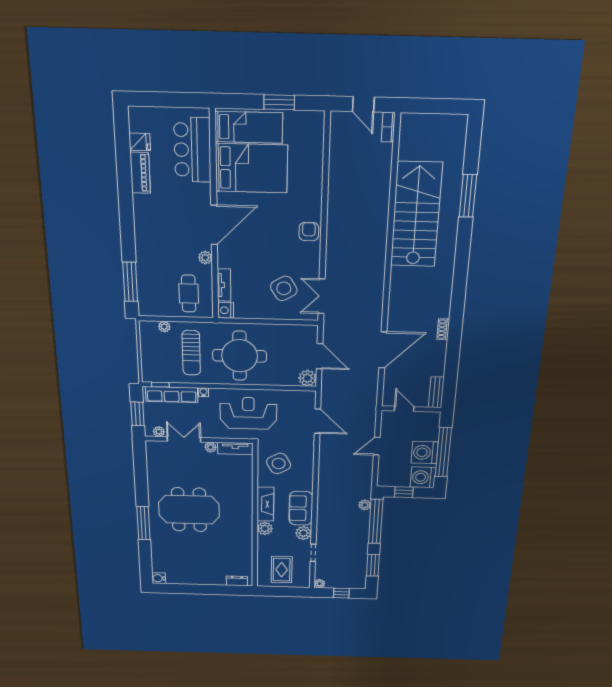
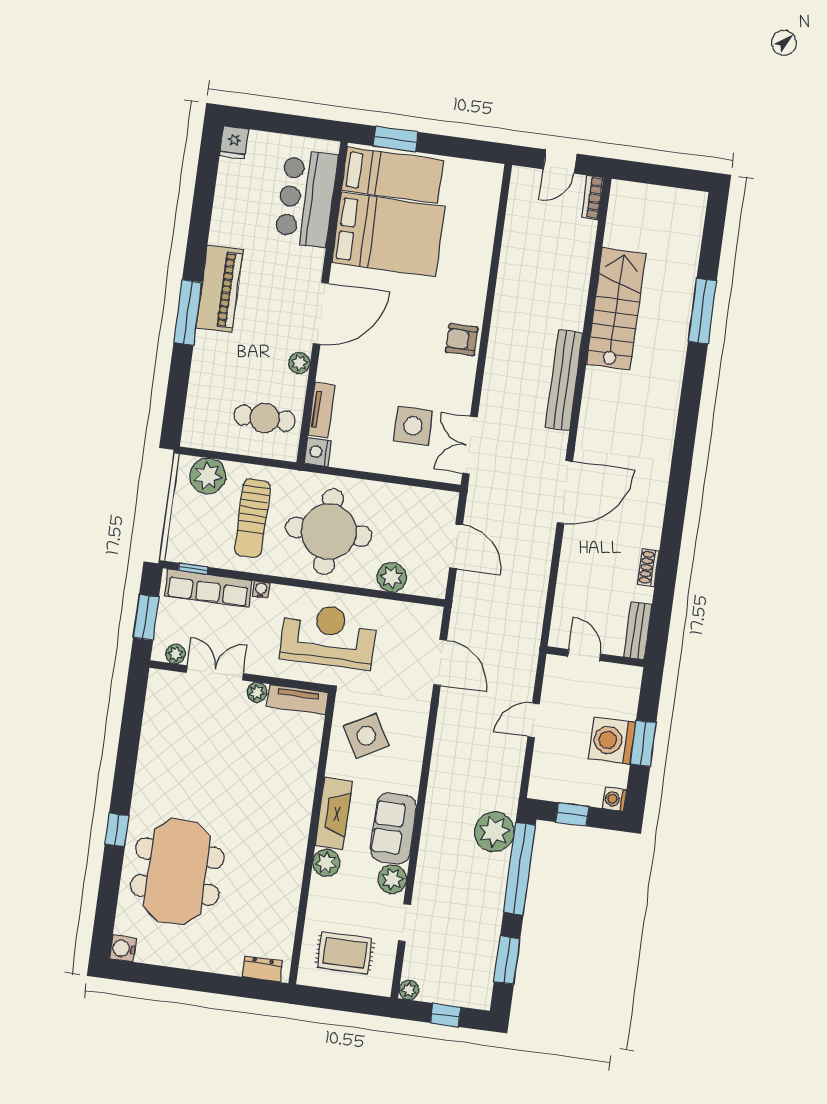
window: (279, 102) -> (396, 139), moved
door: (363, 104) -> (560, 162), hinge flipped
fridge: (140, 142) -> (234, 142), moved, turned 90
piano: (140, 173) -> (220, 289), moved, width x1.37, depth x1.33
stairs: (416, 215) -> (616, 309), width x0.73, depth x0.66
armchair: (309, 232) -> (462, 340), turned -90
bench: (379, 250) -> (564, 380), added
window: (130, 282) -> (188, 313), moved
side table: (284, 288) -> (413, 426), turned 31
cafe table: (189, 294) -> (265, 418), turned 90
plant: (164, 327) -> (208, 476), width x1.88, depth x1.88
shoe rack: (443, 329) -> (648, 568), moved
door: (383, 350) -> (565, 492), moved
plant: (307, 378) -> (392, 577), moved
window: (443, 452) -> (643, 743), width x0.47
washing machine: (423, 477) -> (615, 799), width x0.53, depth x0.53
plant: (365, 505) -> (494, 832), width x1.87, depth x1.87
meeting table: (189, 510) -> (177, 872), moved, turned 90
window: (143, 523) -> (117, 830), width x0.46
rug: (282, 570) -> (345, 953), turned 90

